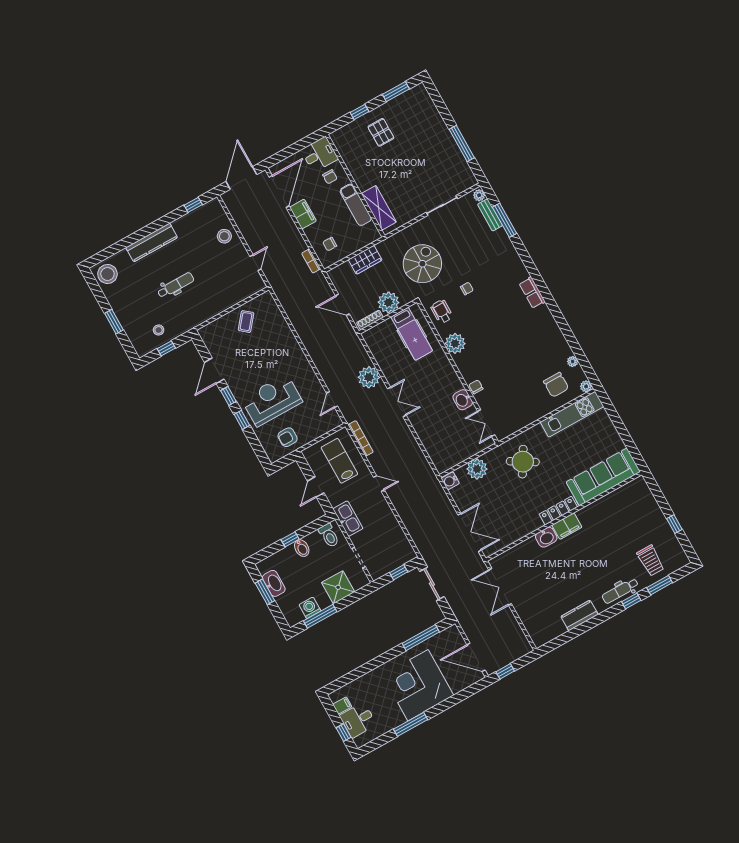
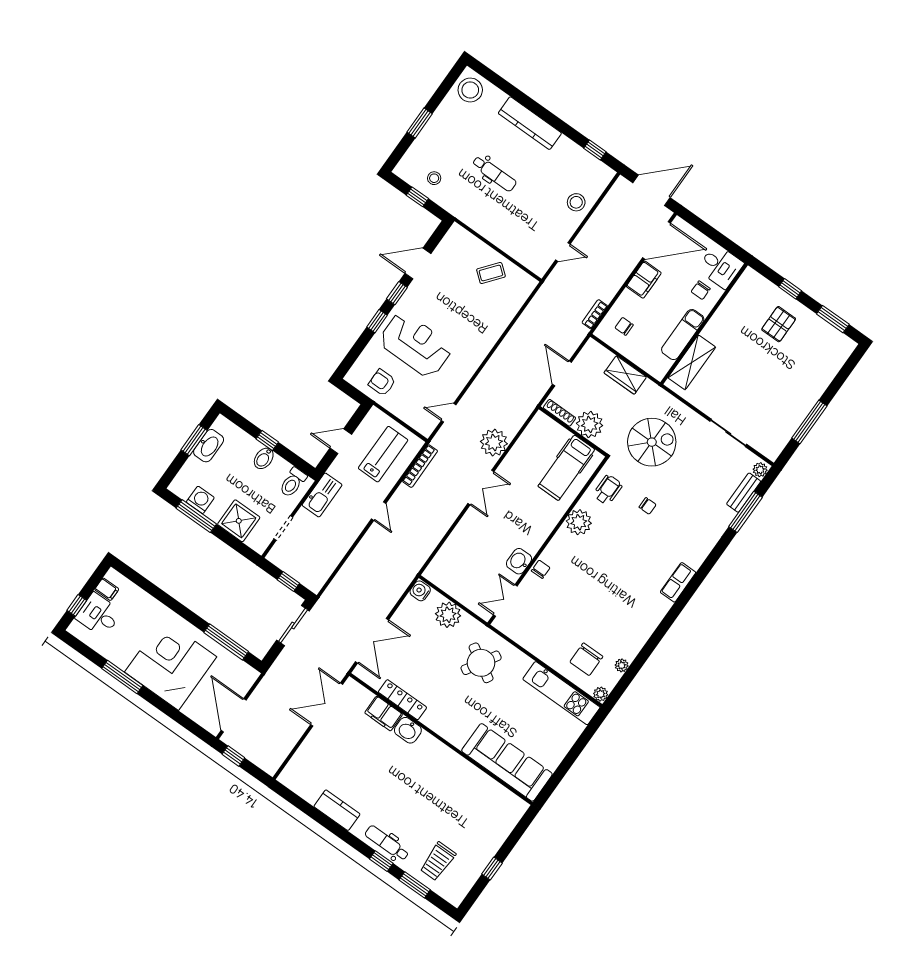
locker: (558, 511) -> (402, 700), moved
filing cabinet: (567, 526) -> (384, 714), moved

